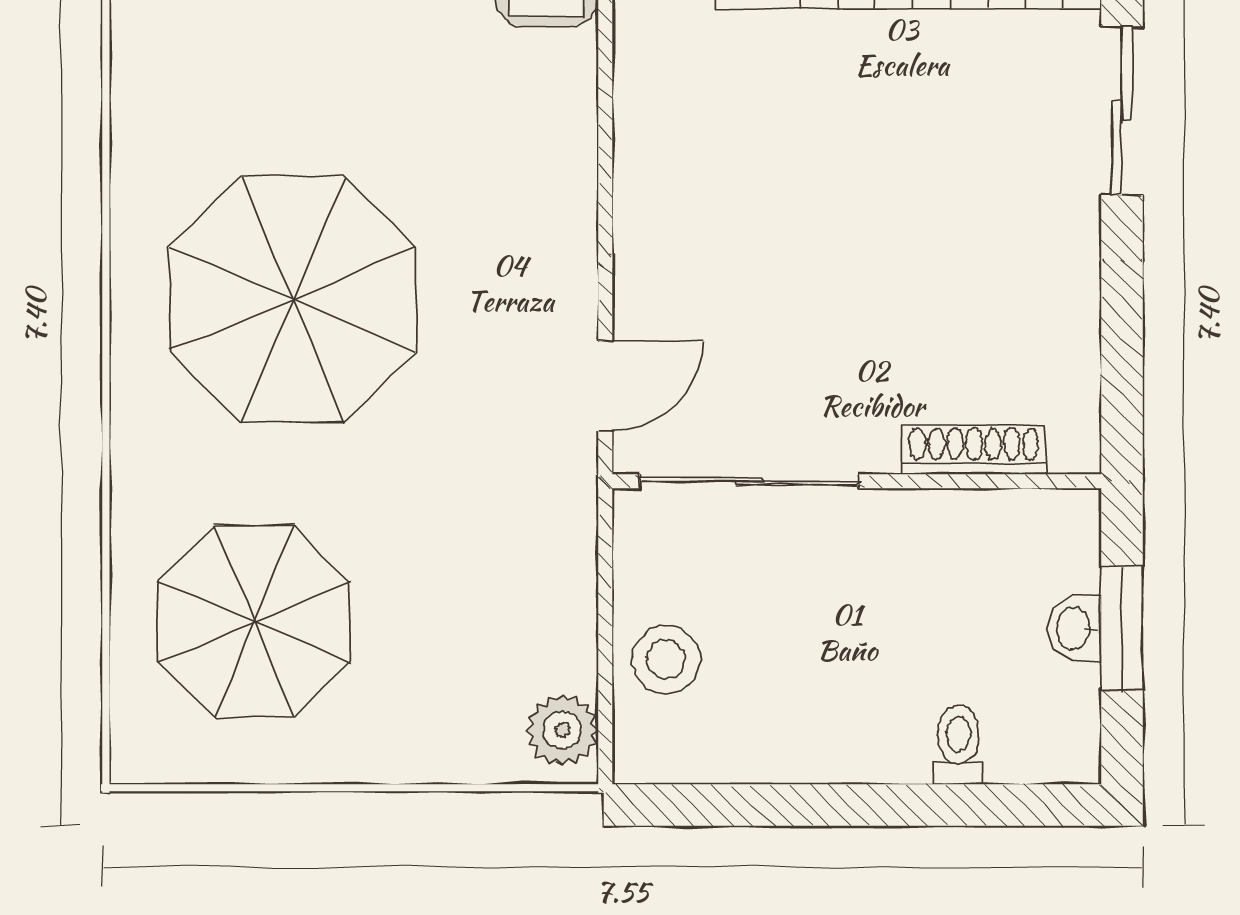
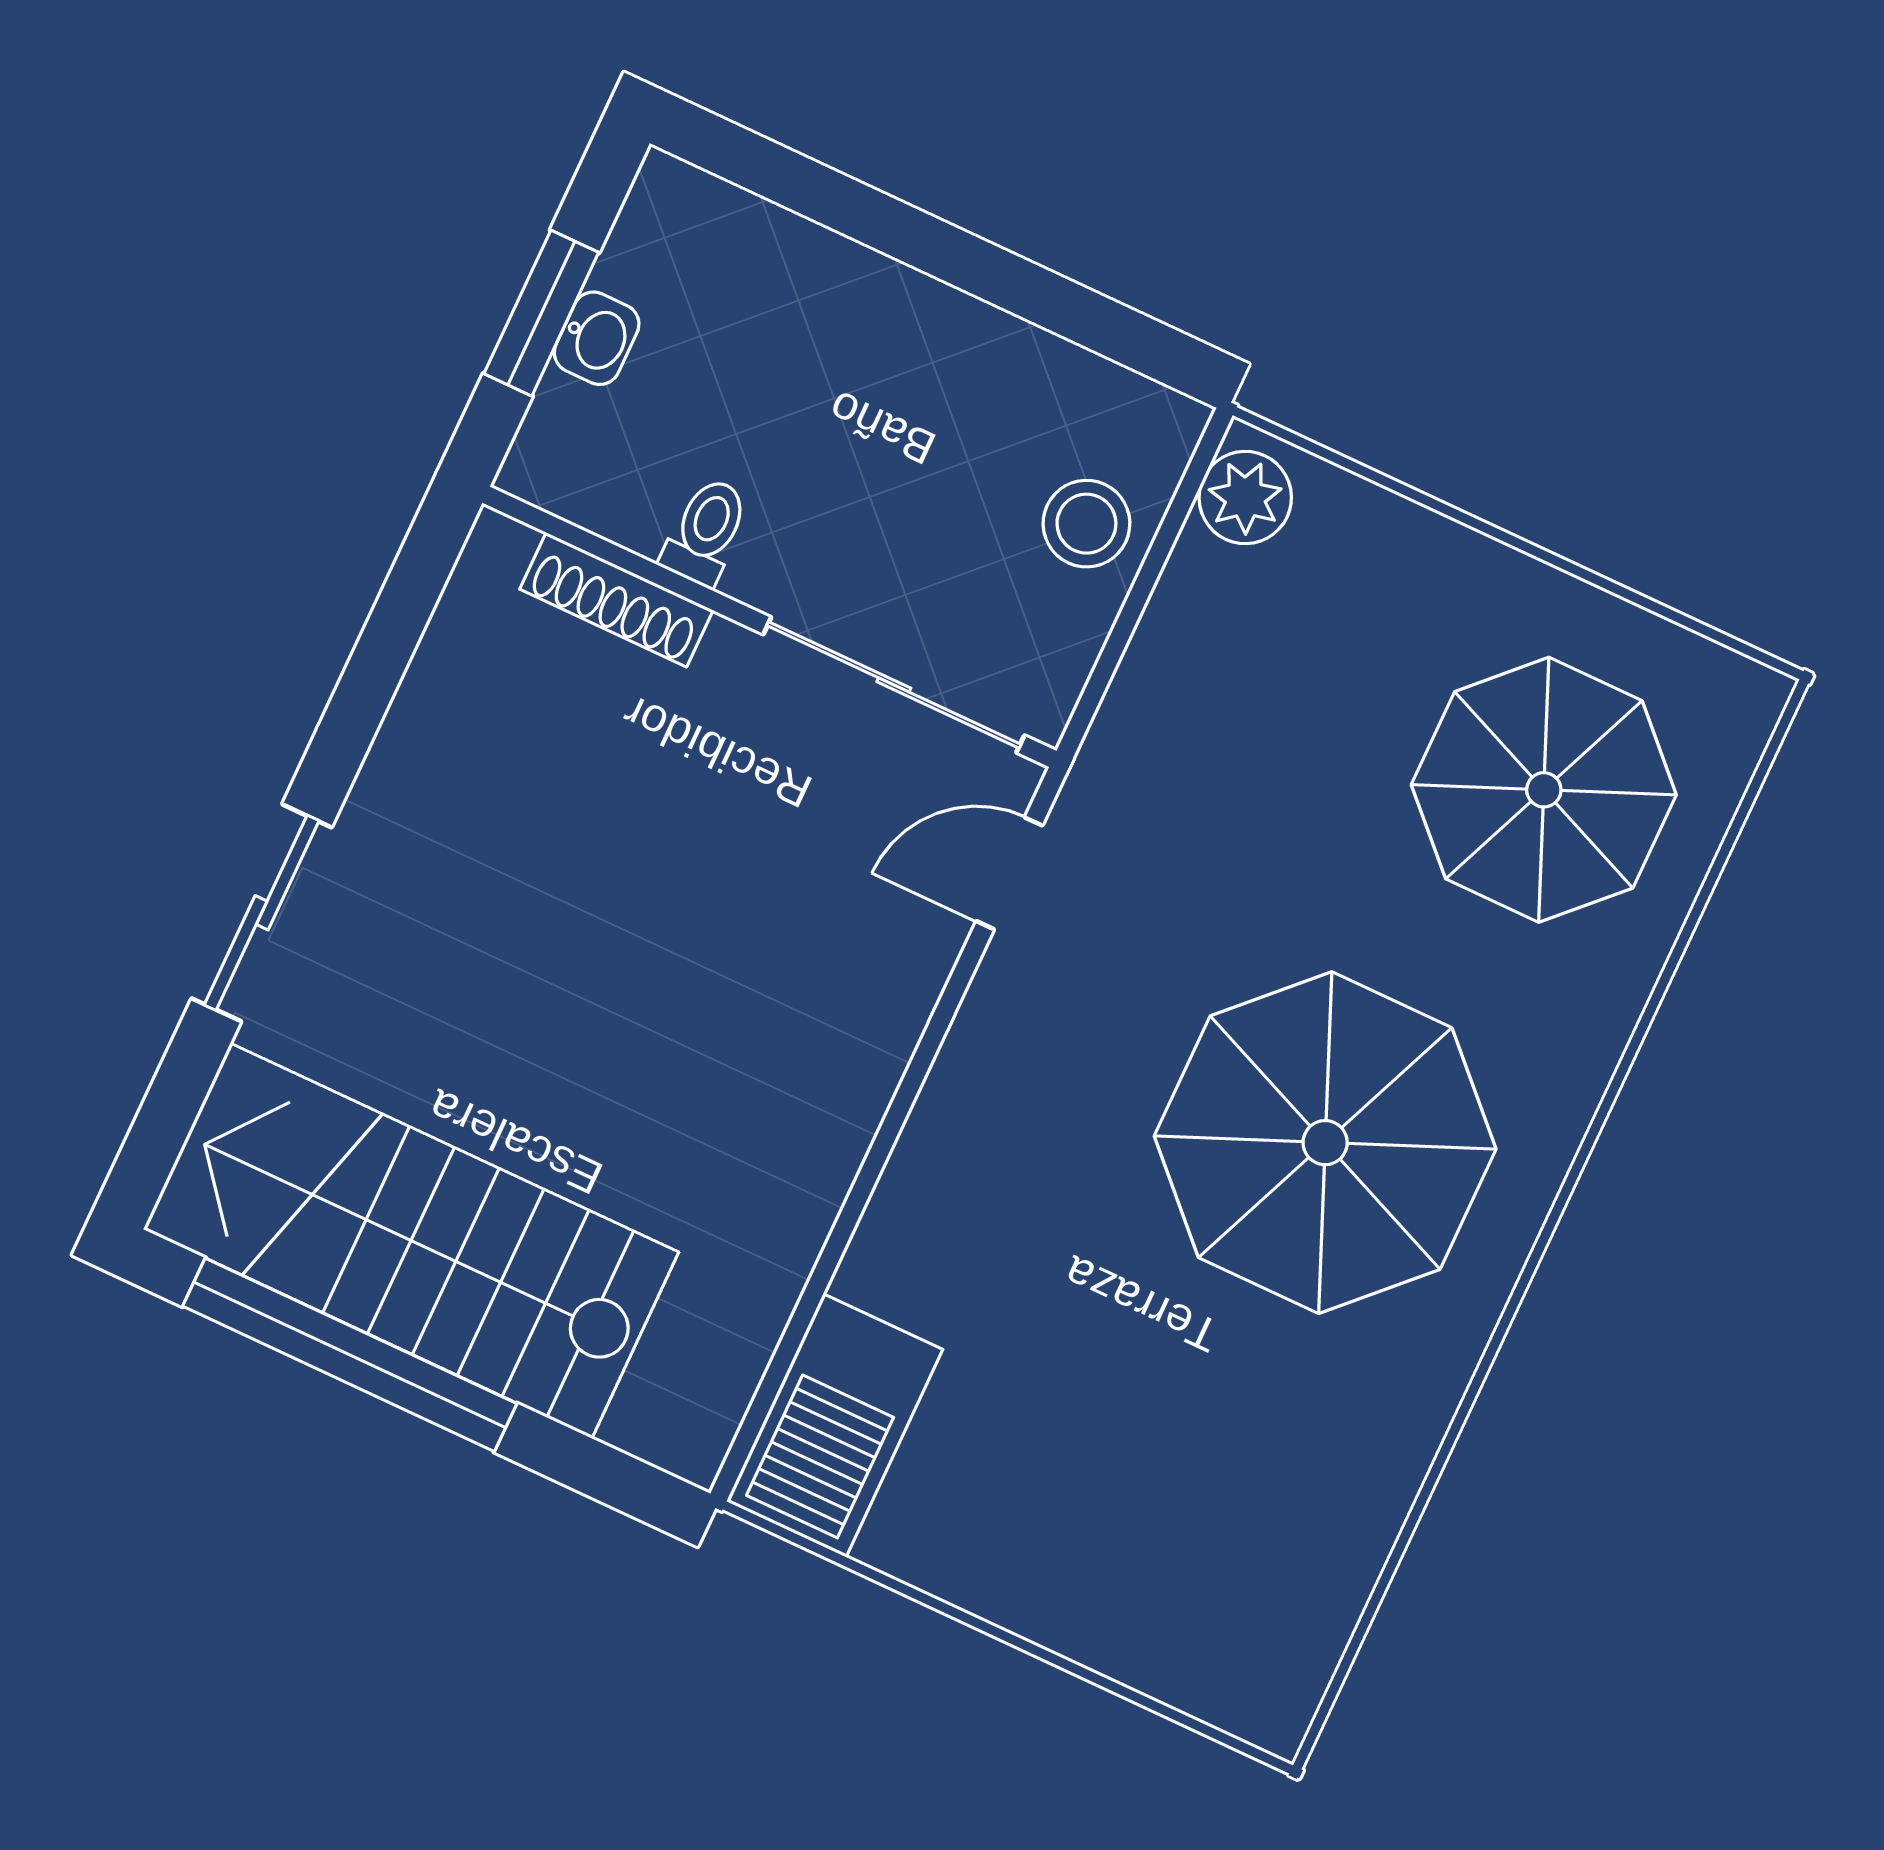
toilet: (958, 745) -> (706, 532), moved, turned 180

